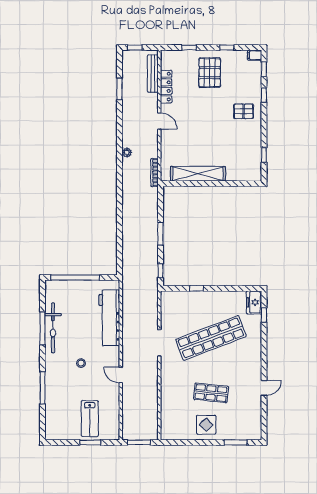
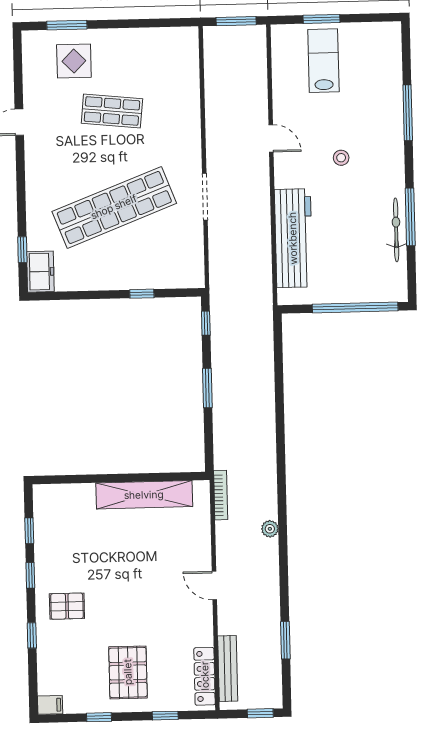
window: (264, 69) -> (30, 575), moved
locker: (166, 87) -> (205, 676), moved
bicycle: (53, 328) -> (396, 230), width x0.73, depth x0.71
display table: (206, 425) -> (74, 61), moved

